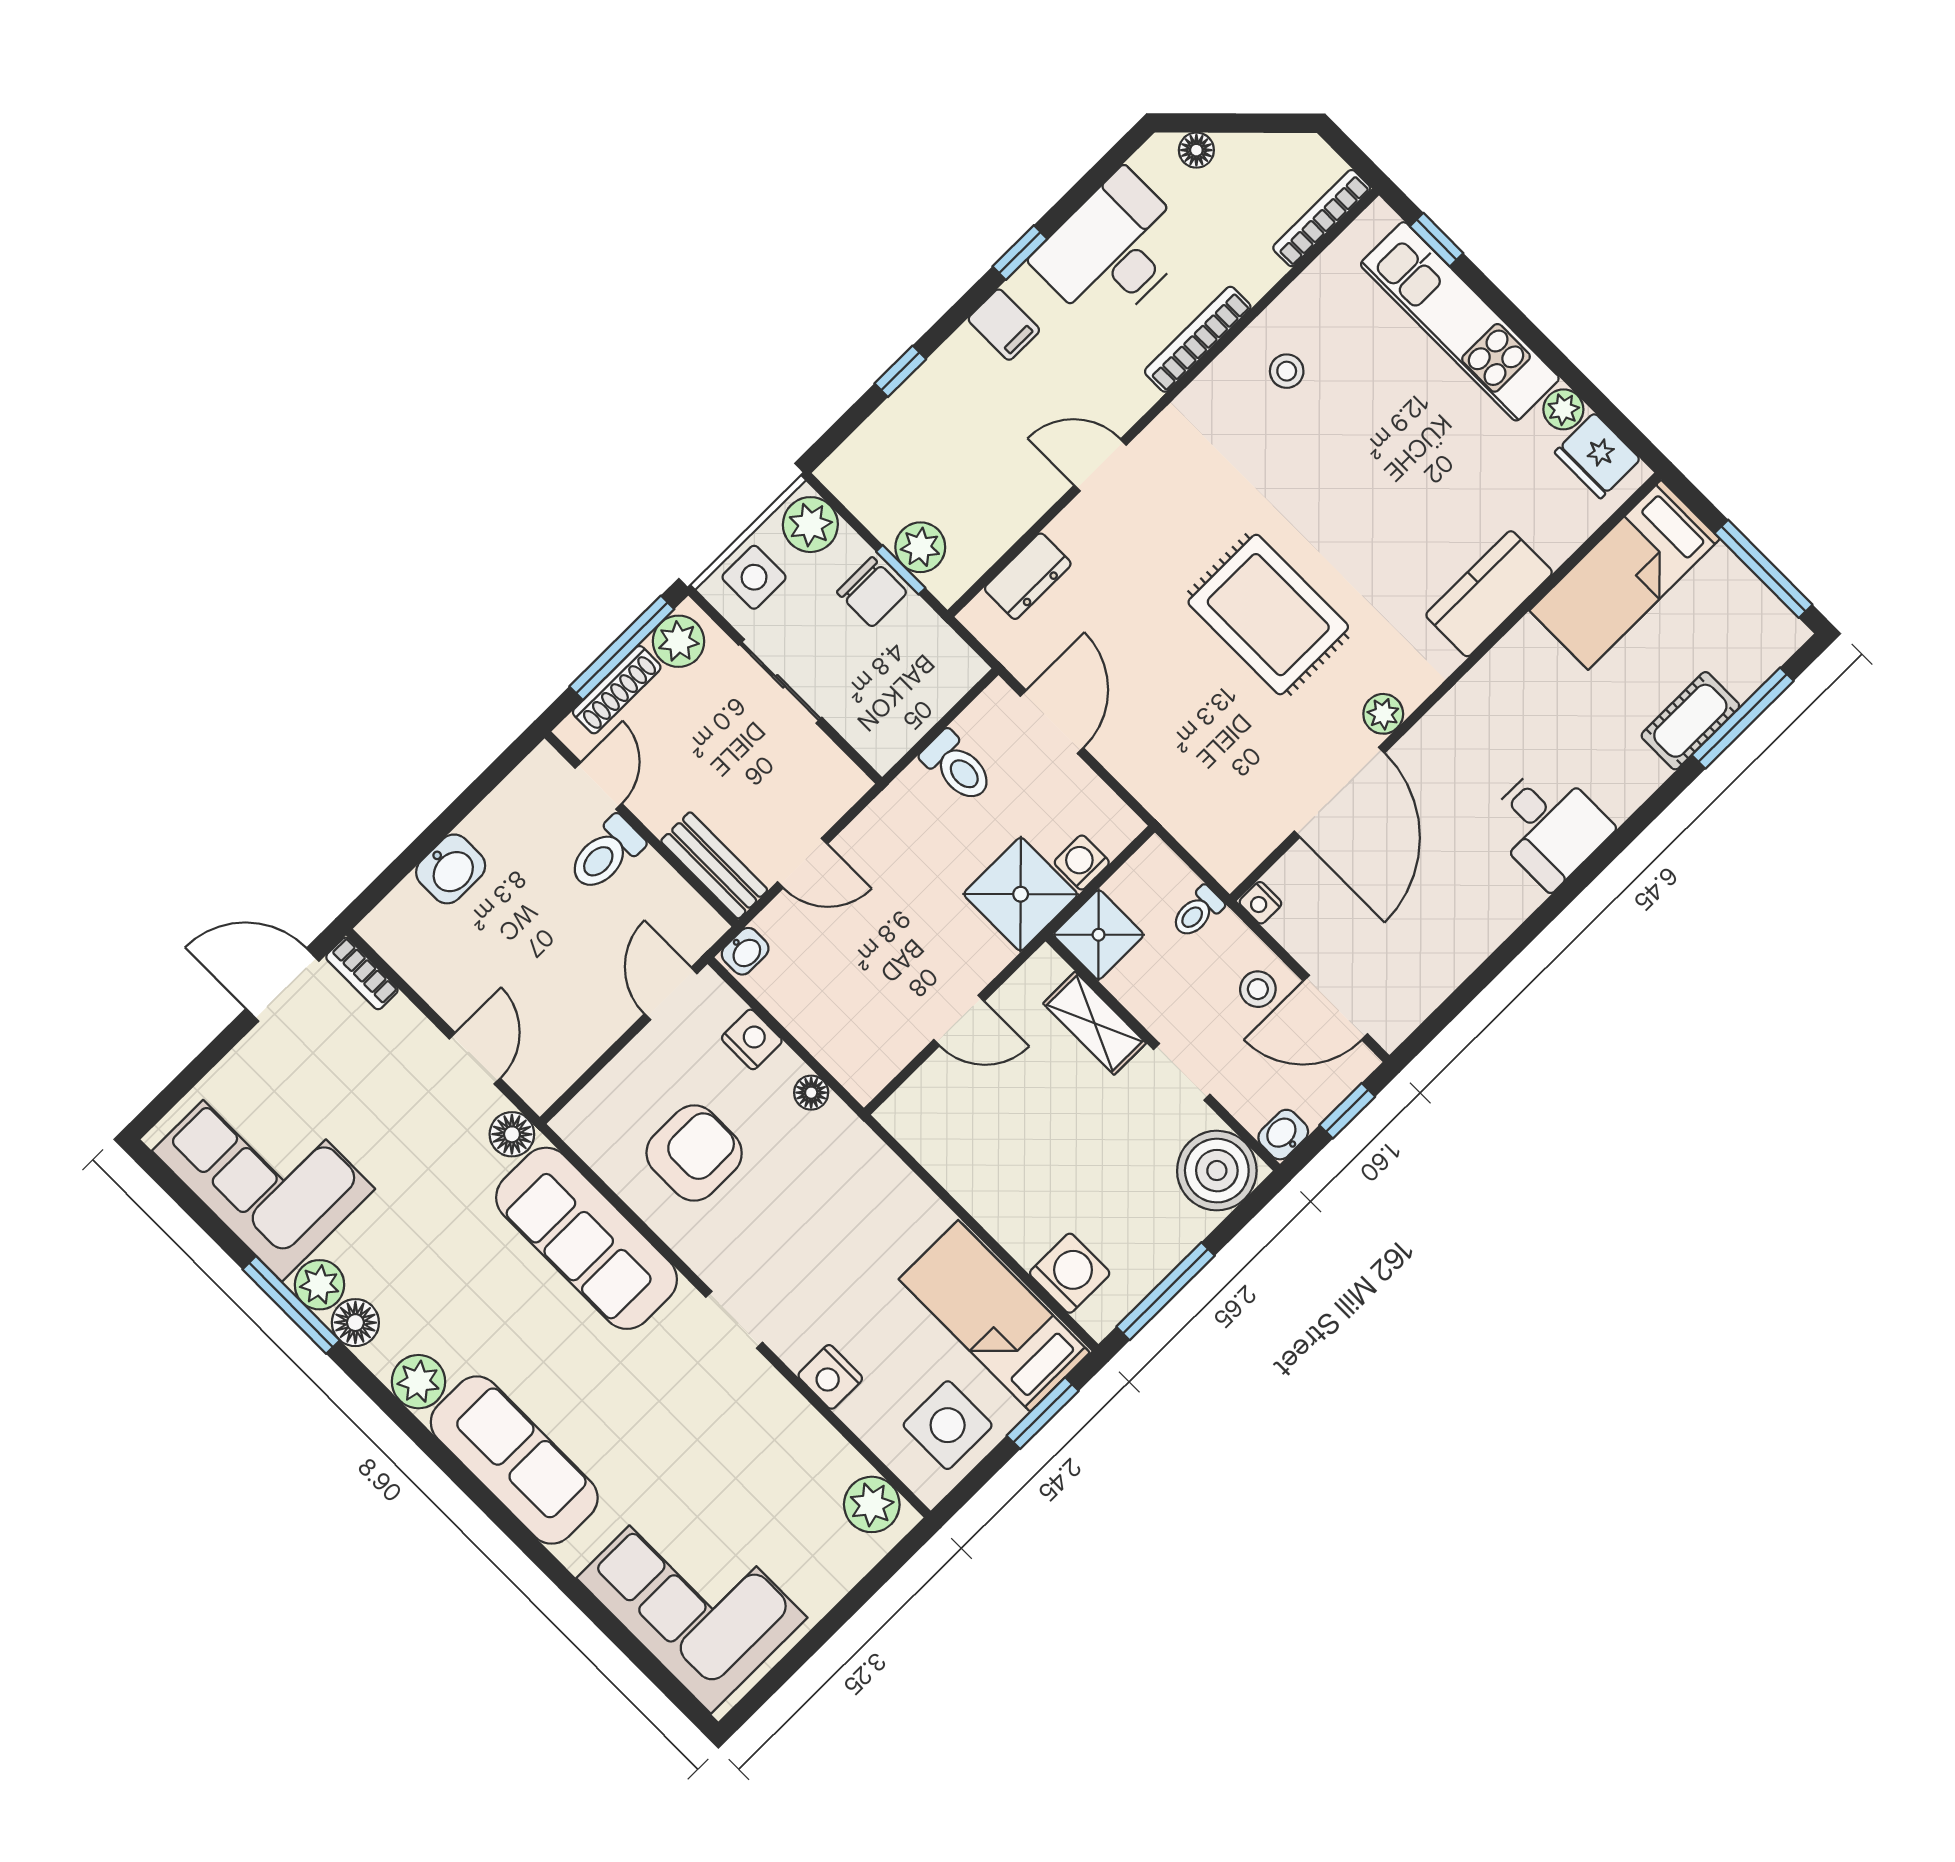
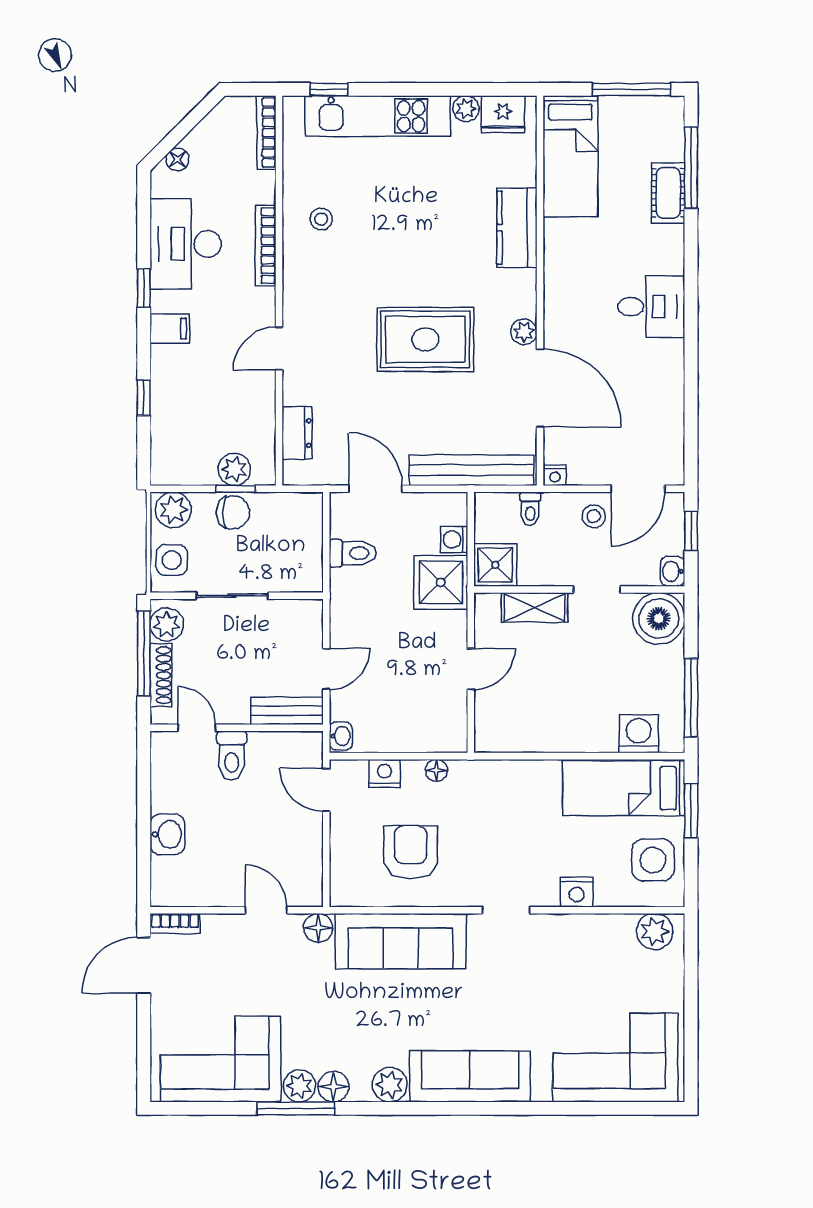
bench: (1176, 806) -> (472, 470), added

